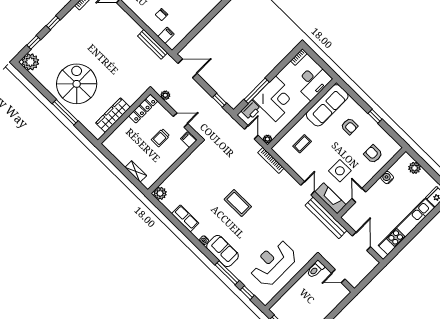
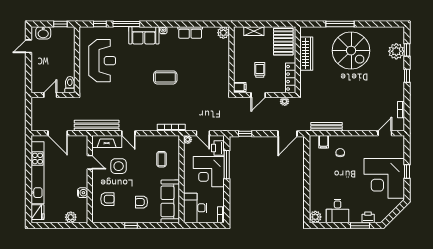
plant: (30, 62) -> (396, 51), moved
pallet: (121, 142) -> (283, 42), added

